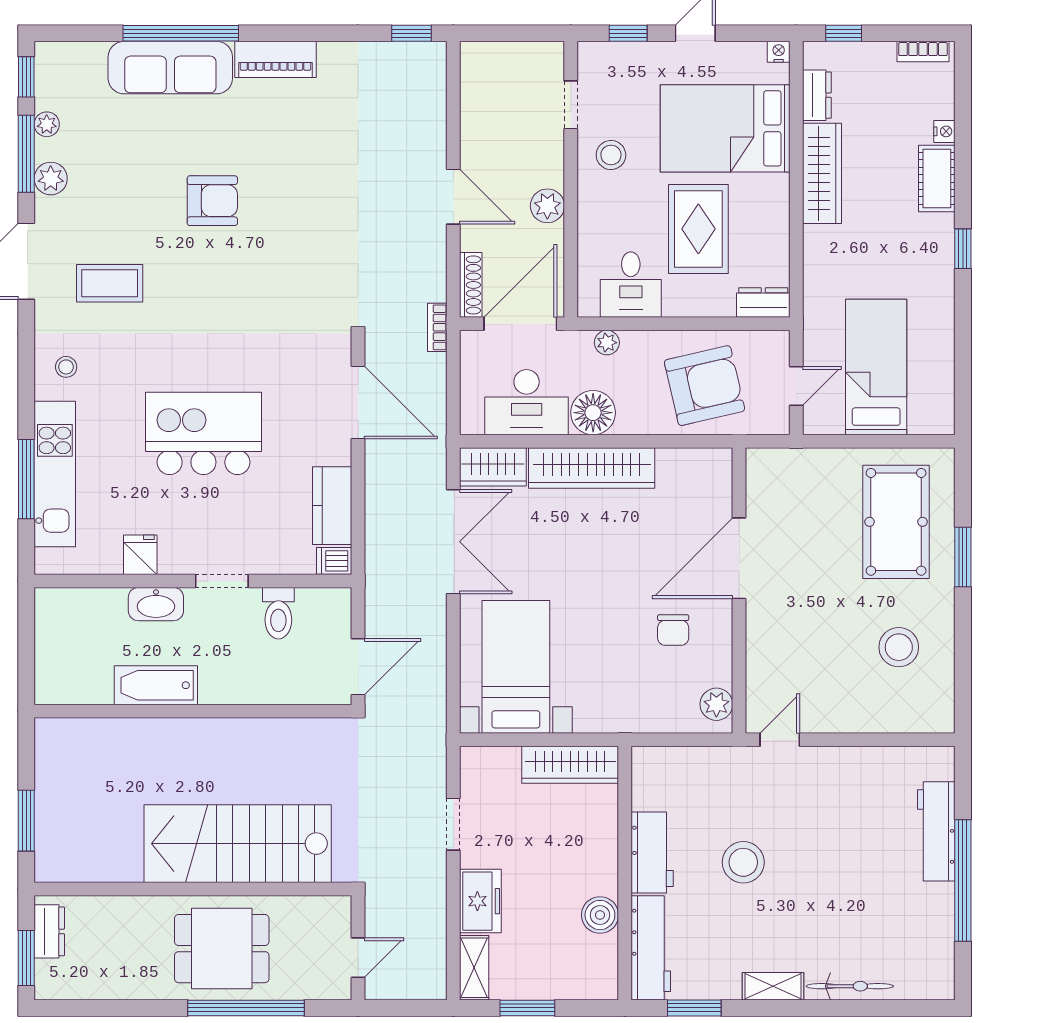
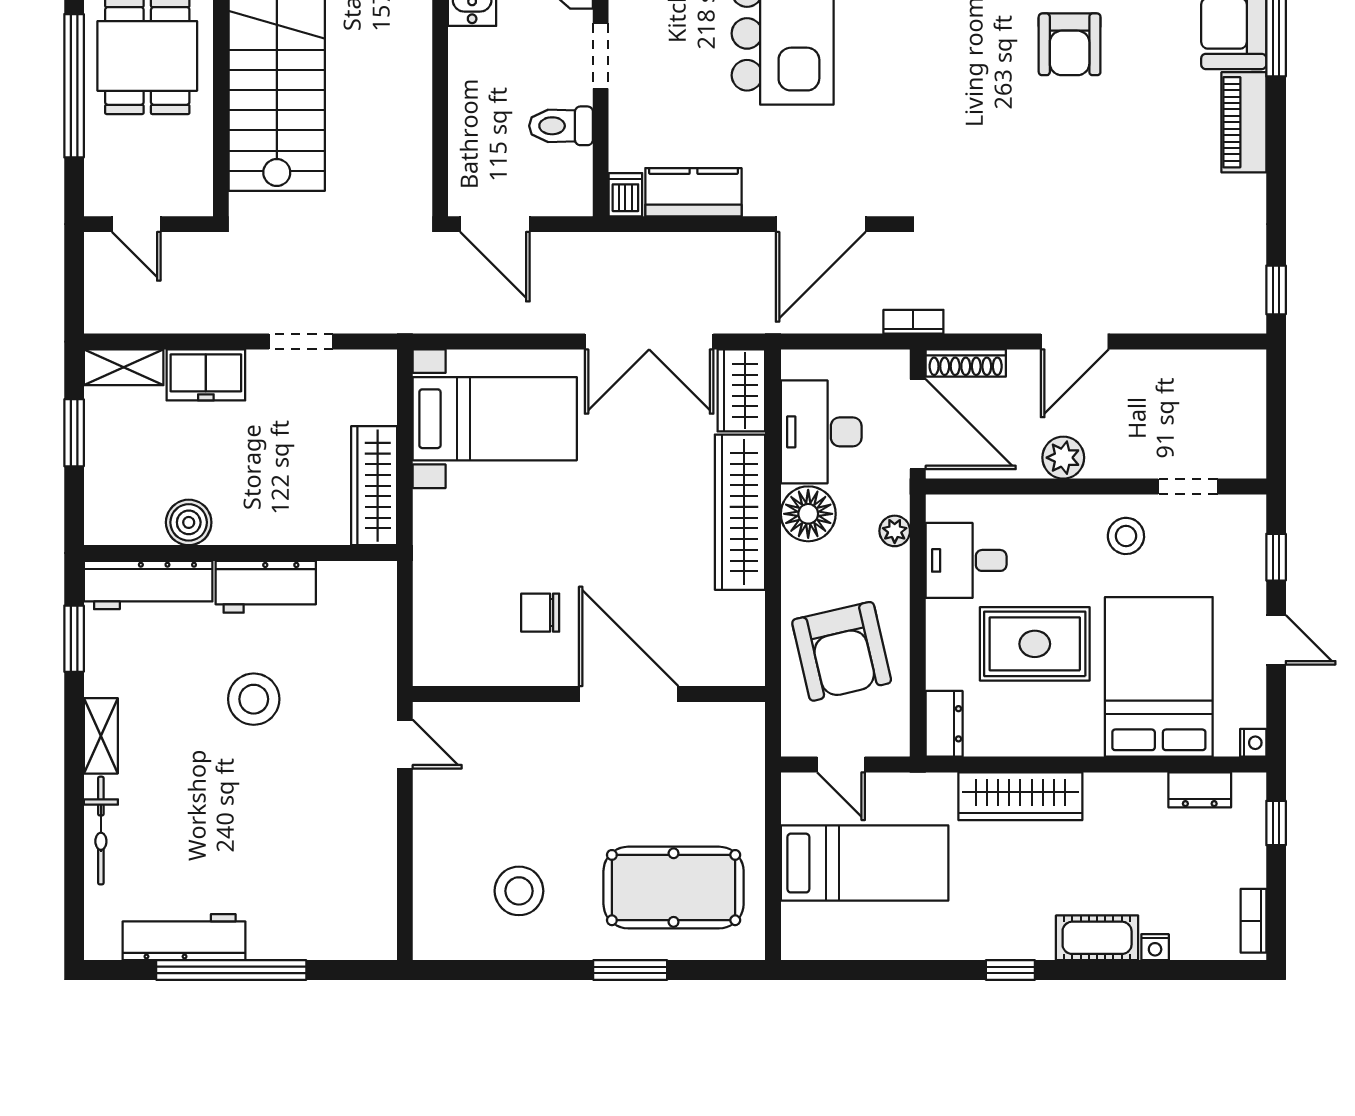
wardrobe: (822, 173) -> (1020, 796), moved
plant: (716, 704) -> (449, 666), removed
workbench: (936, 831) -> (184, 937), moved

